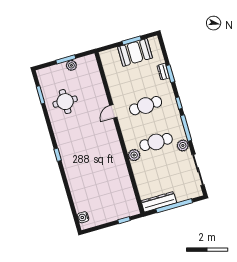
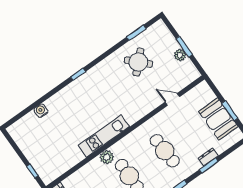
round table: (65, 102) -> (138, 62), turned 45
door: (113, 111) -> (172, 99), moved
kitchen unit: (116, 151) -> (104, 136), added
water cooler: (83, 217) -> (41, 111), moved

